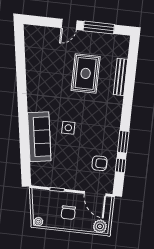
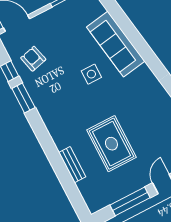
bench: (120, 77) -> (72, 165), width x0.73
armchair: (100, 163) -> (33, 59), turned 76

